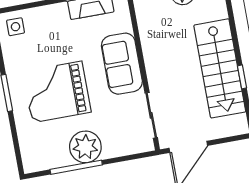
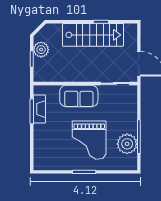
side table: (15, 27) -> (43, 159), removed
plant: (85, 147) -> (127, 144), moved

